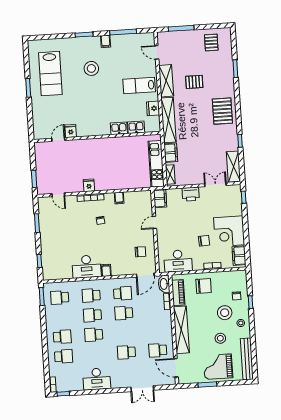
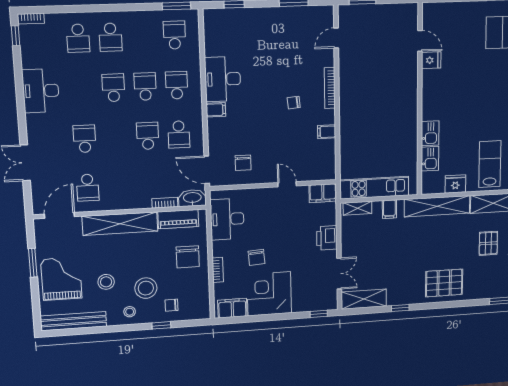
filing cabinet: (171, 153) -> (389, 209), width x0.50
fridge: (89, 185) -> (348, 86), removed
school desk: (158, 350) -> (88, 188), turned 180

